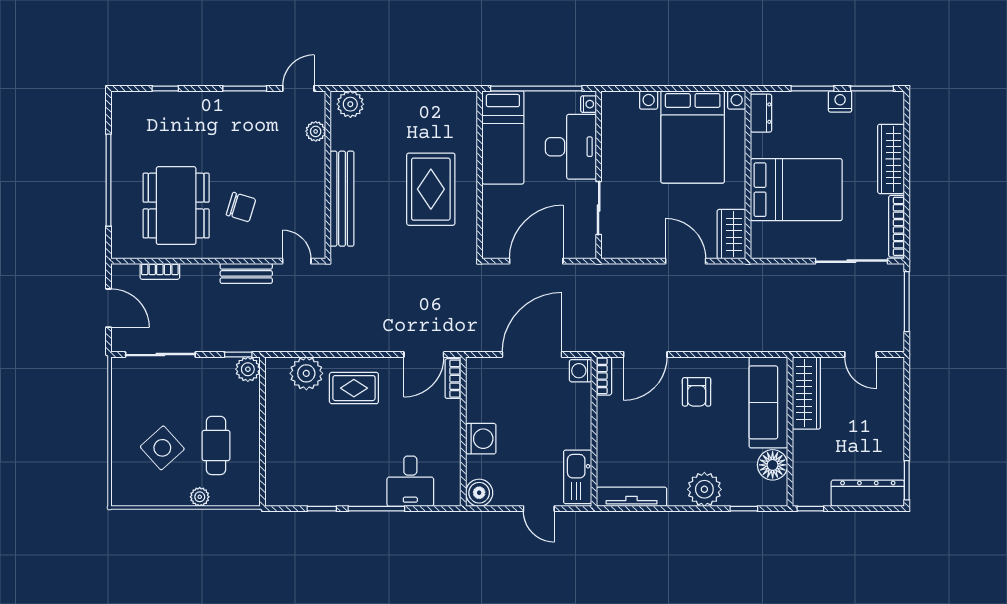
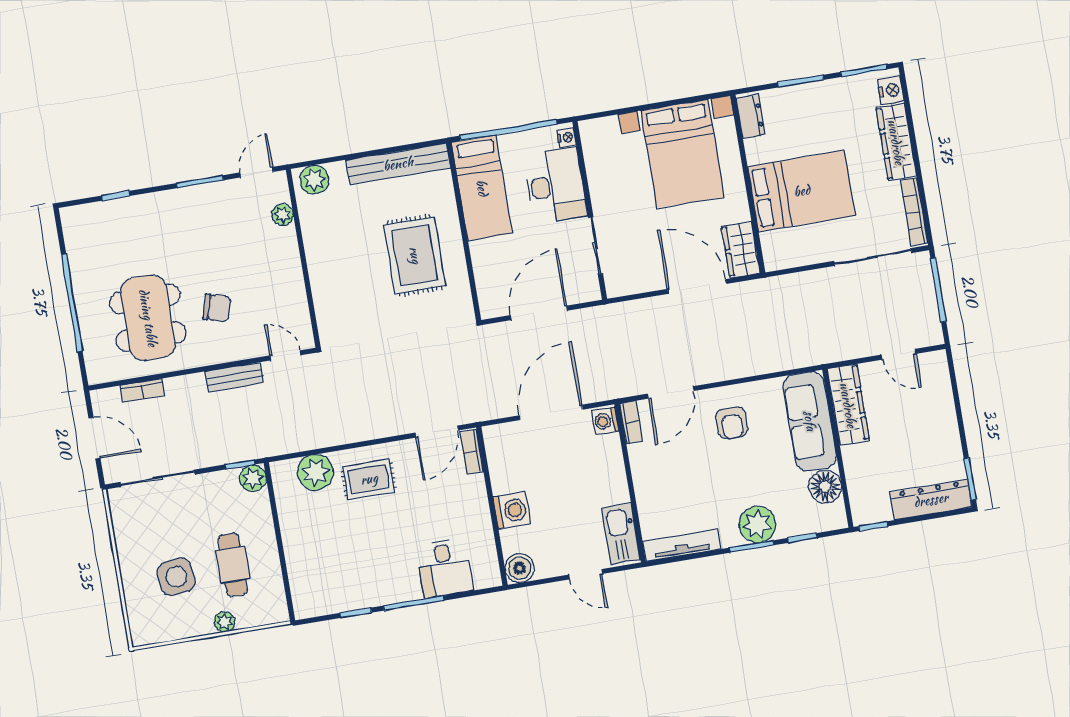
nightstand: (840, 101) -> (891, 90), moved, turned 90
bench: (342, 199) -> (398, 164), moved, turned 90
door: (686, 261) -> (697, 286), width x1.36
side table: (162, 448) -> (176, 577), turned 35
window: (696, 509) -> (752, 546), added

